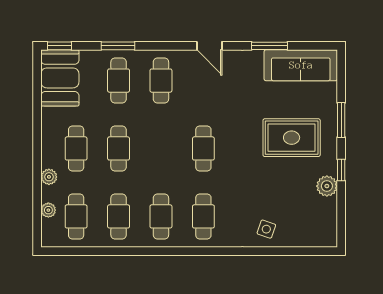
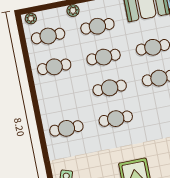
plant: (48, 210) -> (31, 18), moved
cafe table: (161, 216) -> (110, 88), moved

